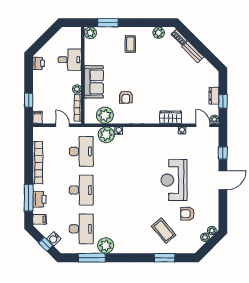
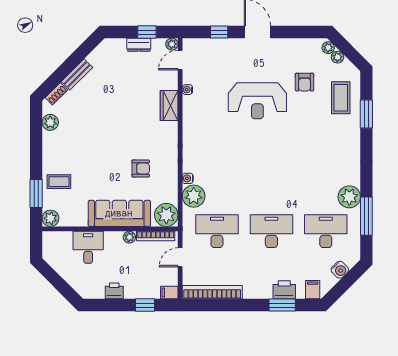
coffee table: (130, 44) -> (59, 182), moved
printer: (39, 63) -> (114, 291), moved
sofa: (94, 82) -> (119, 213), width x1.36
plant: (105, 115) -> (166, 215), moved
bookcase: (38, 163) -> (212, 292), moved
window: (29, 198) -> (282, 305), width x0.69
coffee table: (164, 231) -> (341, 98), moved, turned -50
window: (46, 244) -> (347, 281), removed

